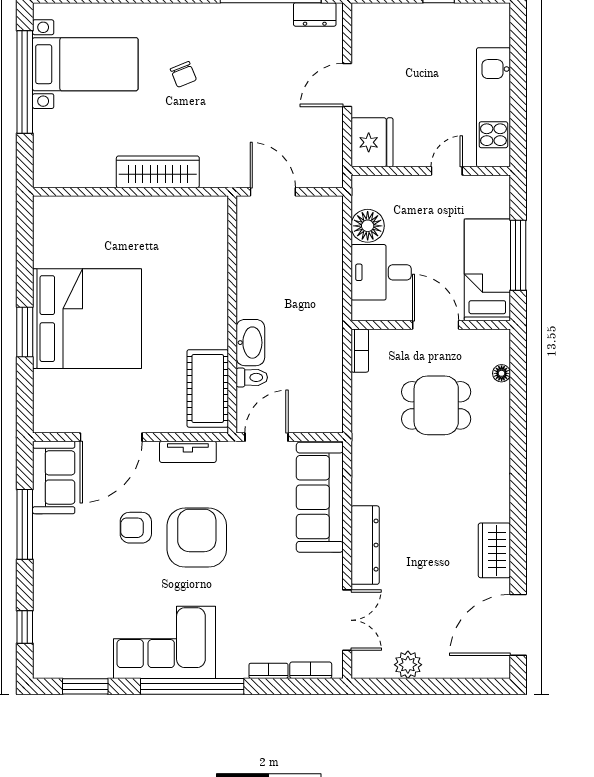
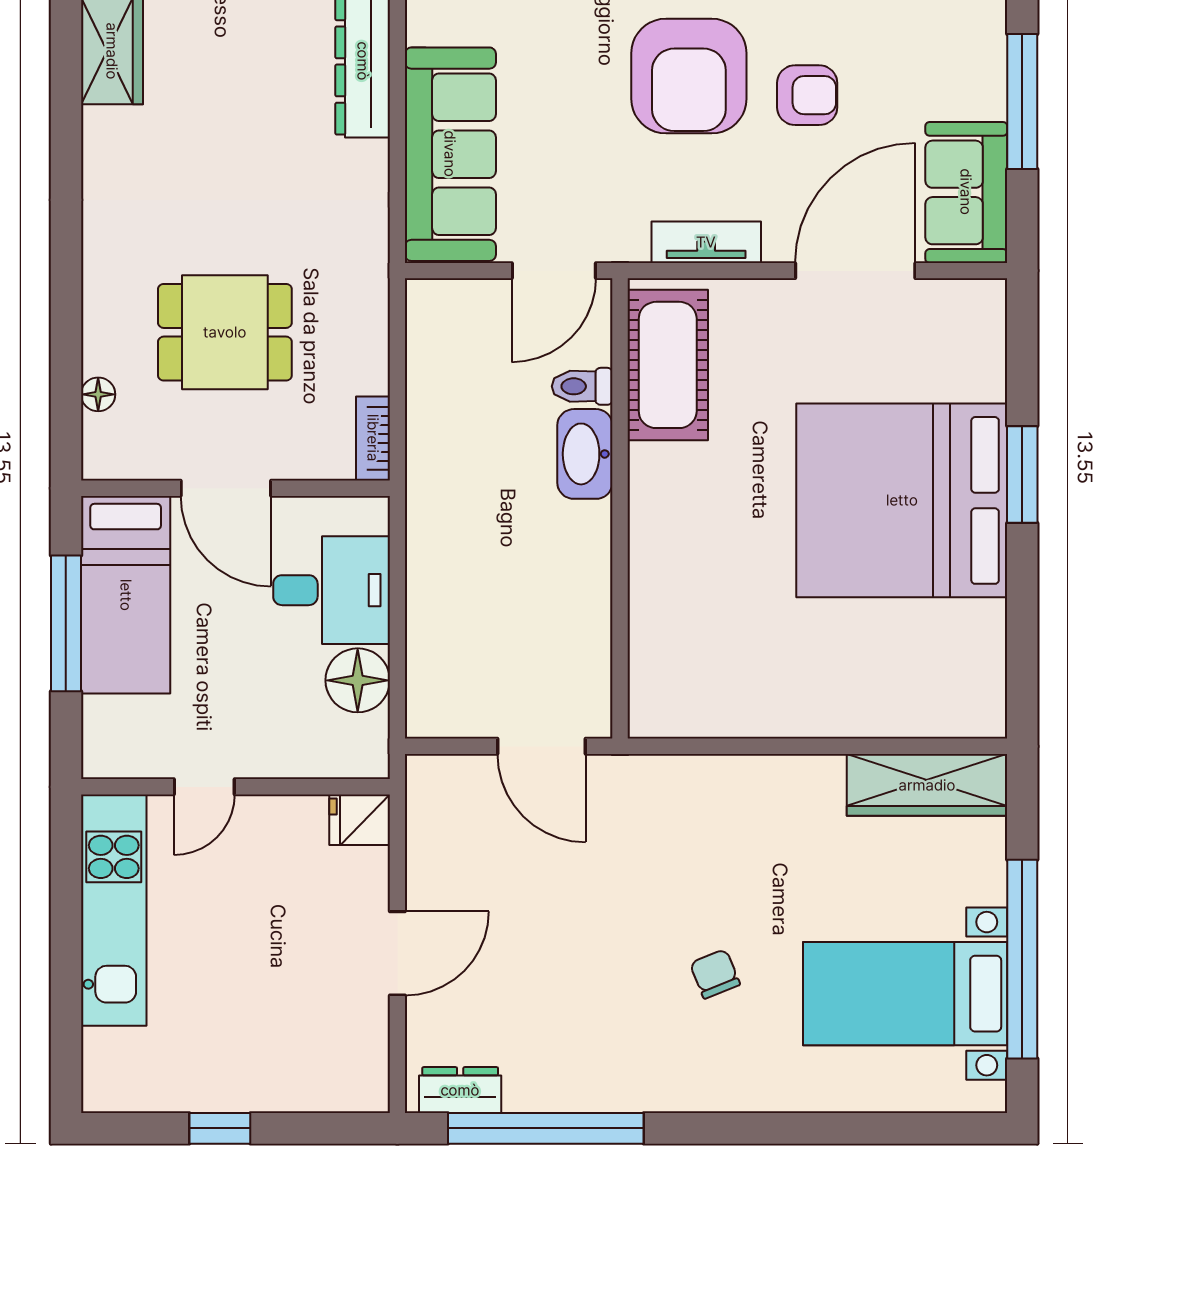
fridge: (372, 142) -> (360, 820), width x0.53, depth x0.75
wardrobe: (158, 172) -> (927, 785), moved

